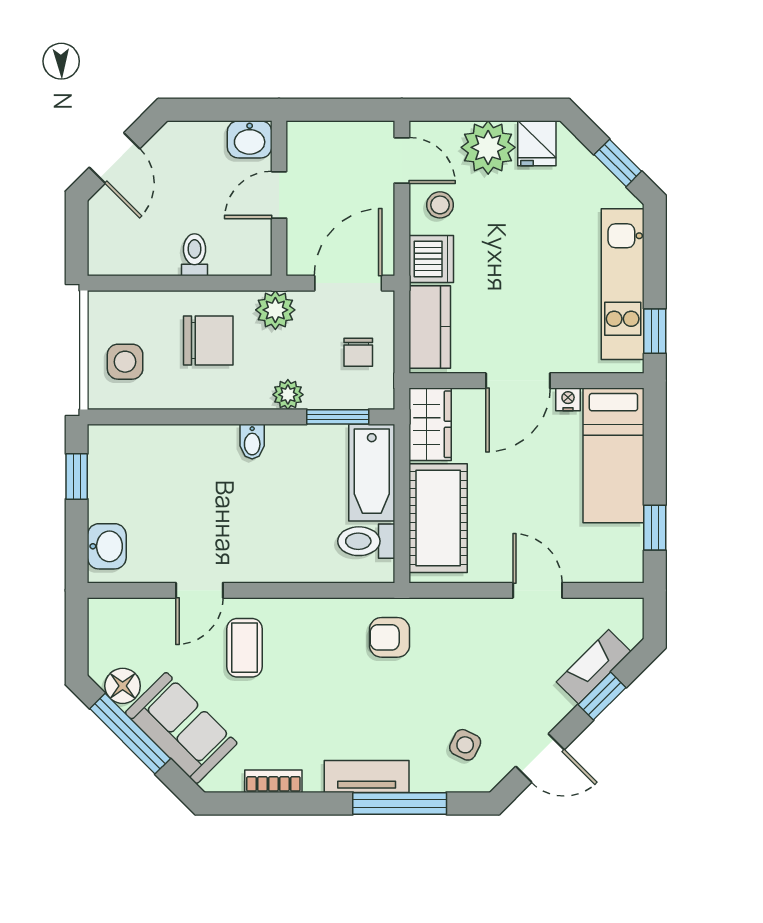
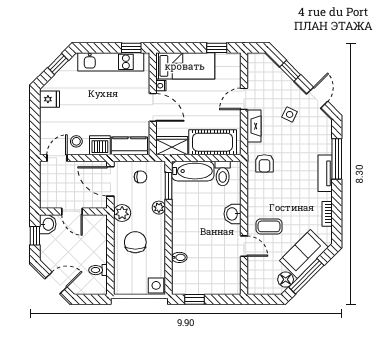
window: (223, 110) -> (35, 236), added
plant: (488, 147) -> (51, 120), removed
toilet: (195, 255) -> (98, 270), moved
side table: (125, 362) -> (156, 285), moved
bidet: (252, 442) -> (179, 257), moved
washbasin: (107, 546) -> (232, 214), moved, turned -90
fireplace: (594, 667) -> (254, 126), moved, turned -135
side table: (465, 745) -> (290, 114), moved

